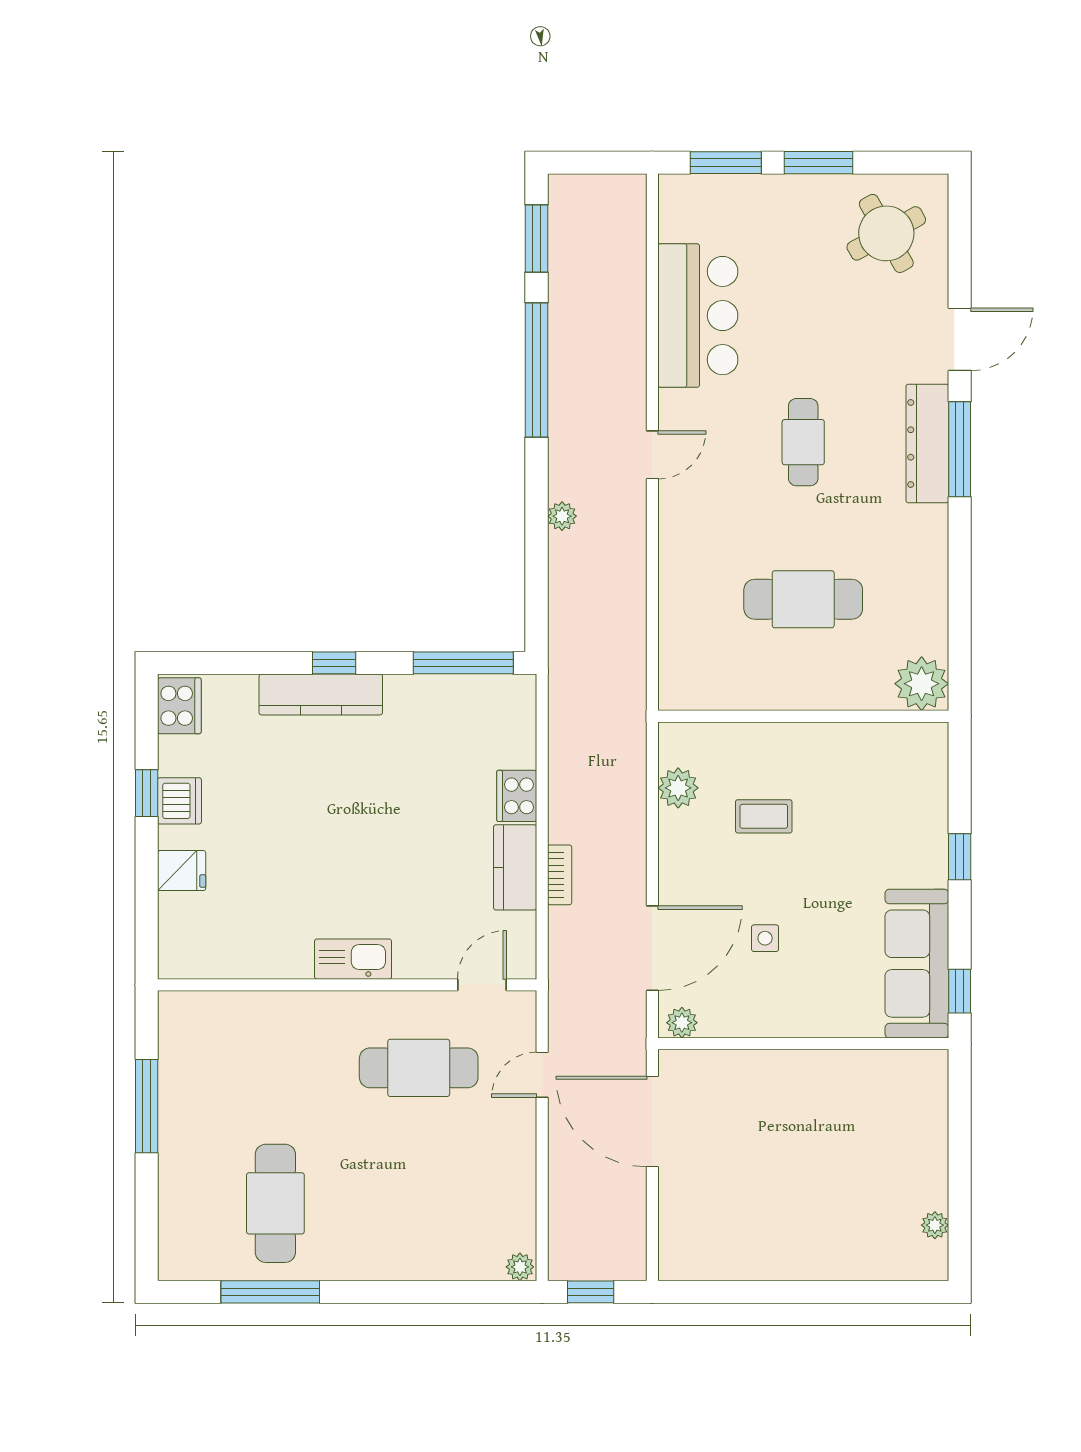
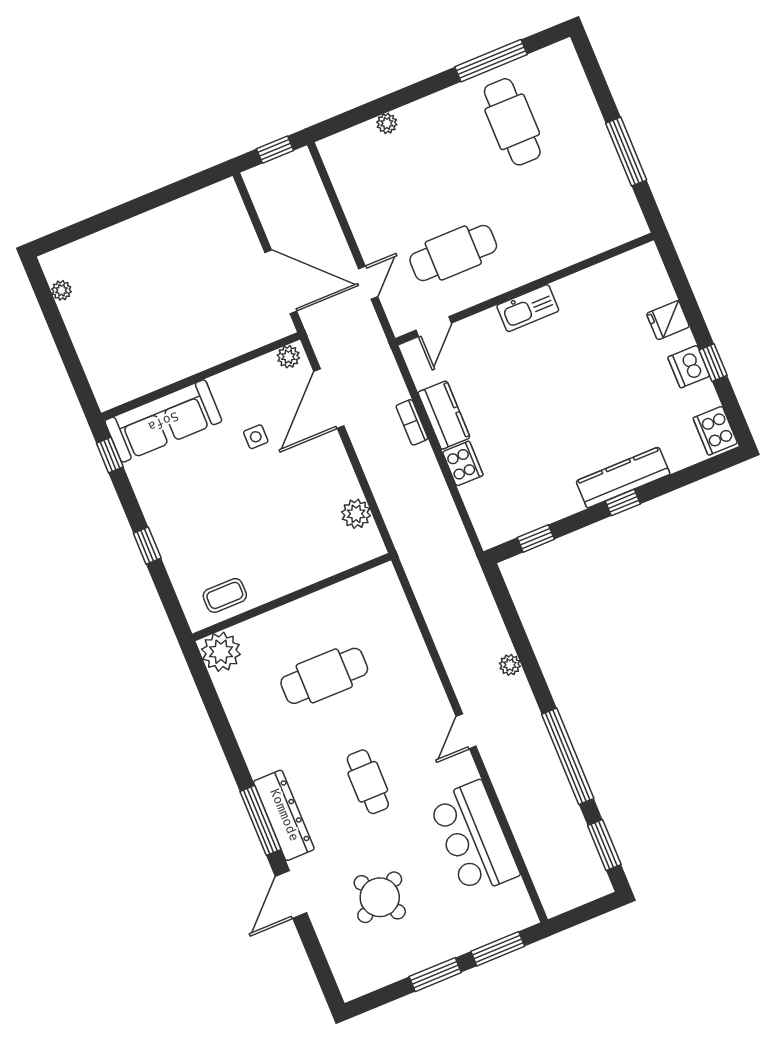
round table: (886, 233) -> (380, 897), moved
window: (463, 663) -> (536, 538), width x0.46
coffee table: (764, 816) -> (225, 595), moved
sofa: (917, 964) -> (163, 421), moved, turned 90
plant: (520, 1267) -> (387, 123), moved

